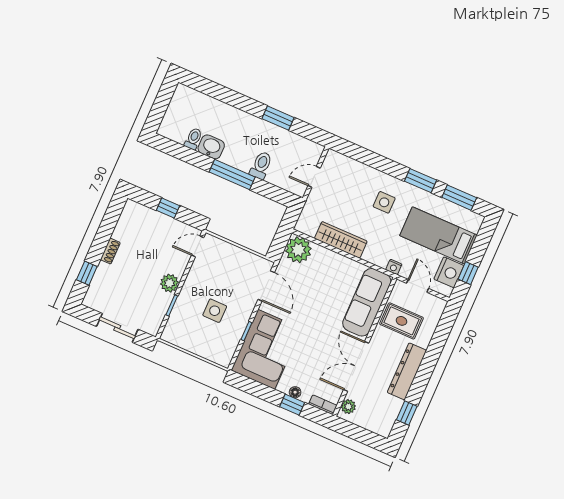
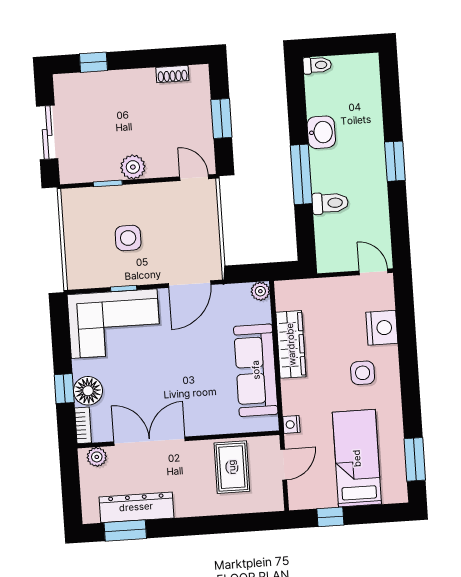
window: (278, 118) -> (395, 161), moved
toilet: (193, 139) -> (317, 65), moved
door: (314, 177) -> (373, 272), moved
window: (421, 181) -> (411, 403), removed
window: (168, 208) -> (221, 119), width x1.50
plant: (298, 250) -> (260, 291), width x0.53, depth x0.53
shoe rack: (110, 251) -> (172, 74), moved
nightstand: (449, 272) -> (382, 328), moved, turned -90
sofa: (367, 302) -> (256, 370), moved, turned -90
dresser: (407, 371) -> (136, 507), moved
floor lamp: (295, 392) -> (88, 391), width x1.89, depth x1.89
window: (407, 413) -> (125, 530), width x1.50

